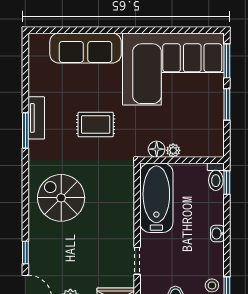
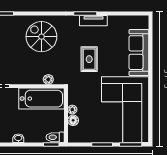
floor lamp: (157, 149) -> (73, 120), moved
plant: (127, 187) -> (48, 79), added
spiral stairs: (61, 198) -> (41, 37), turned -90

